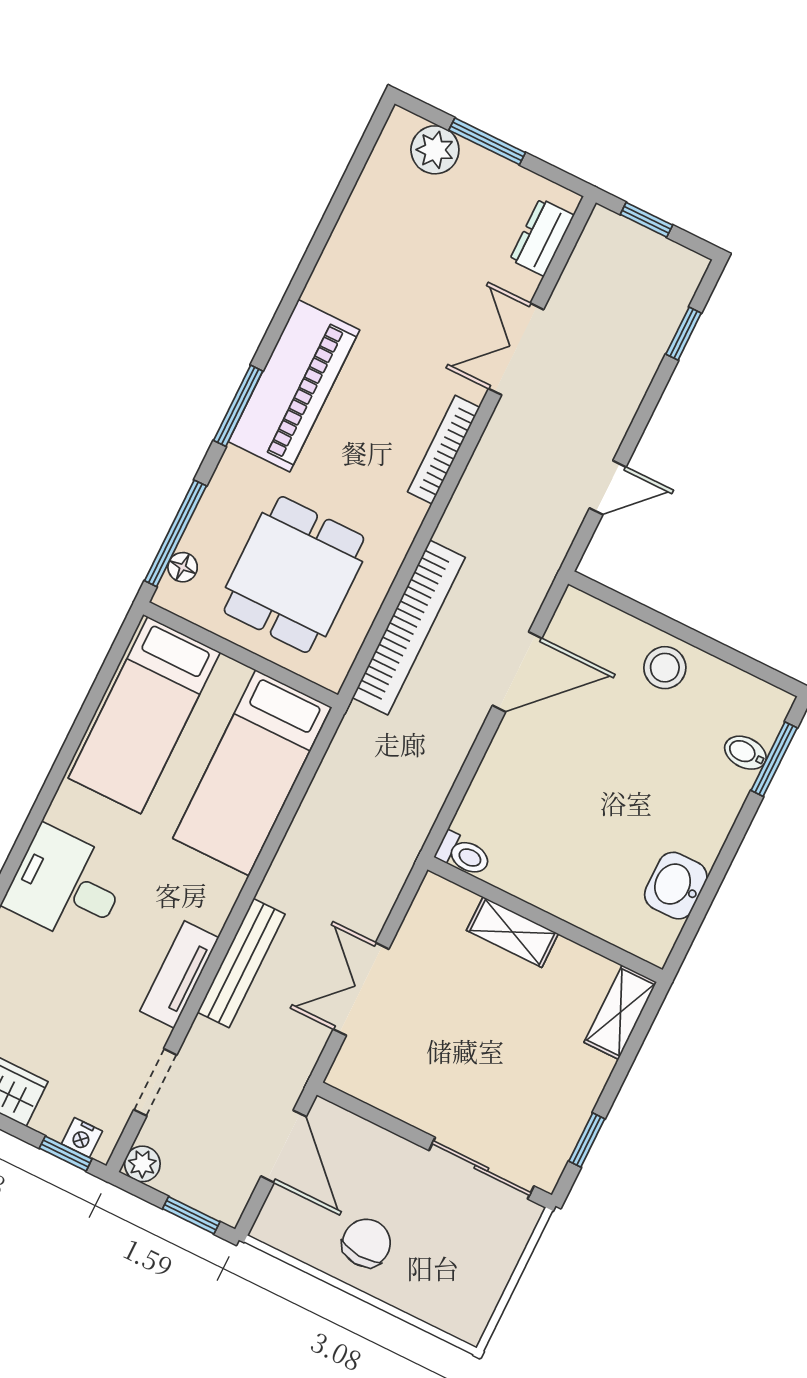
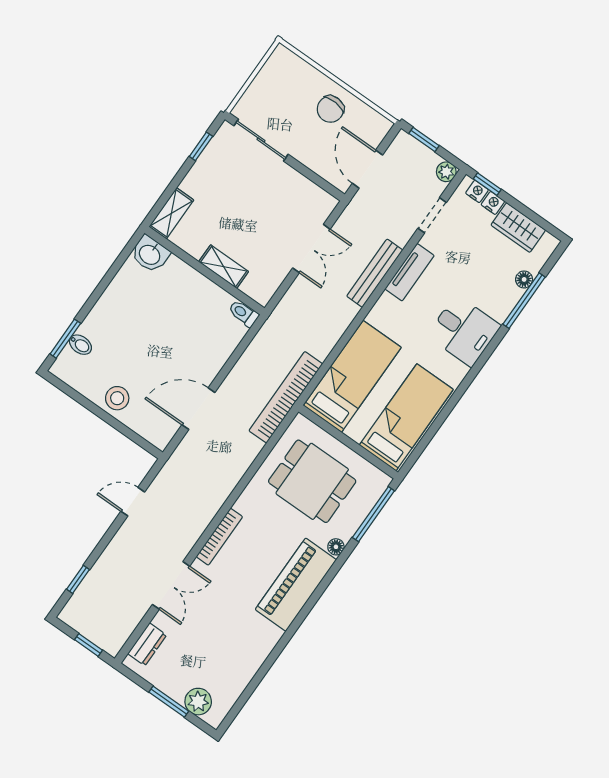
window: (238, 406) -> (328, 579), removed
floor lamp: (183, 567) -> (336, 547), moved
dining table: (294, 575) -> (312, 481), turned 90
bookcase: (409, 627) -> (286, 397), moved
washbasin: (676, 886) -> (150, 254), moved, turned 90
nightstand: (50, 1122) -> (493, 203), added

